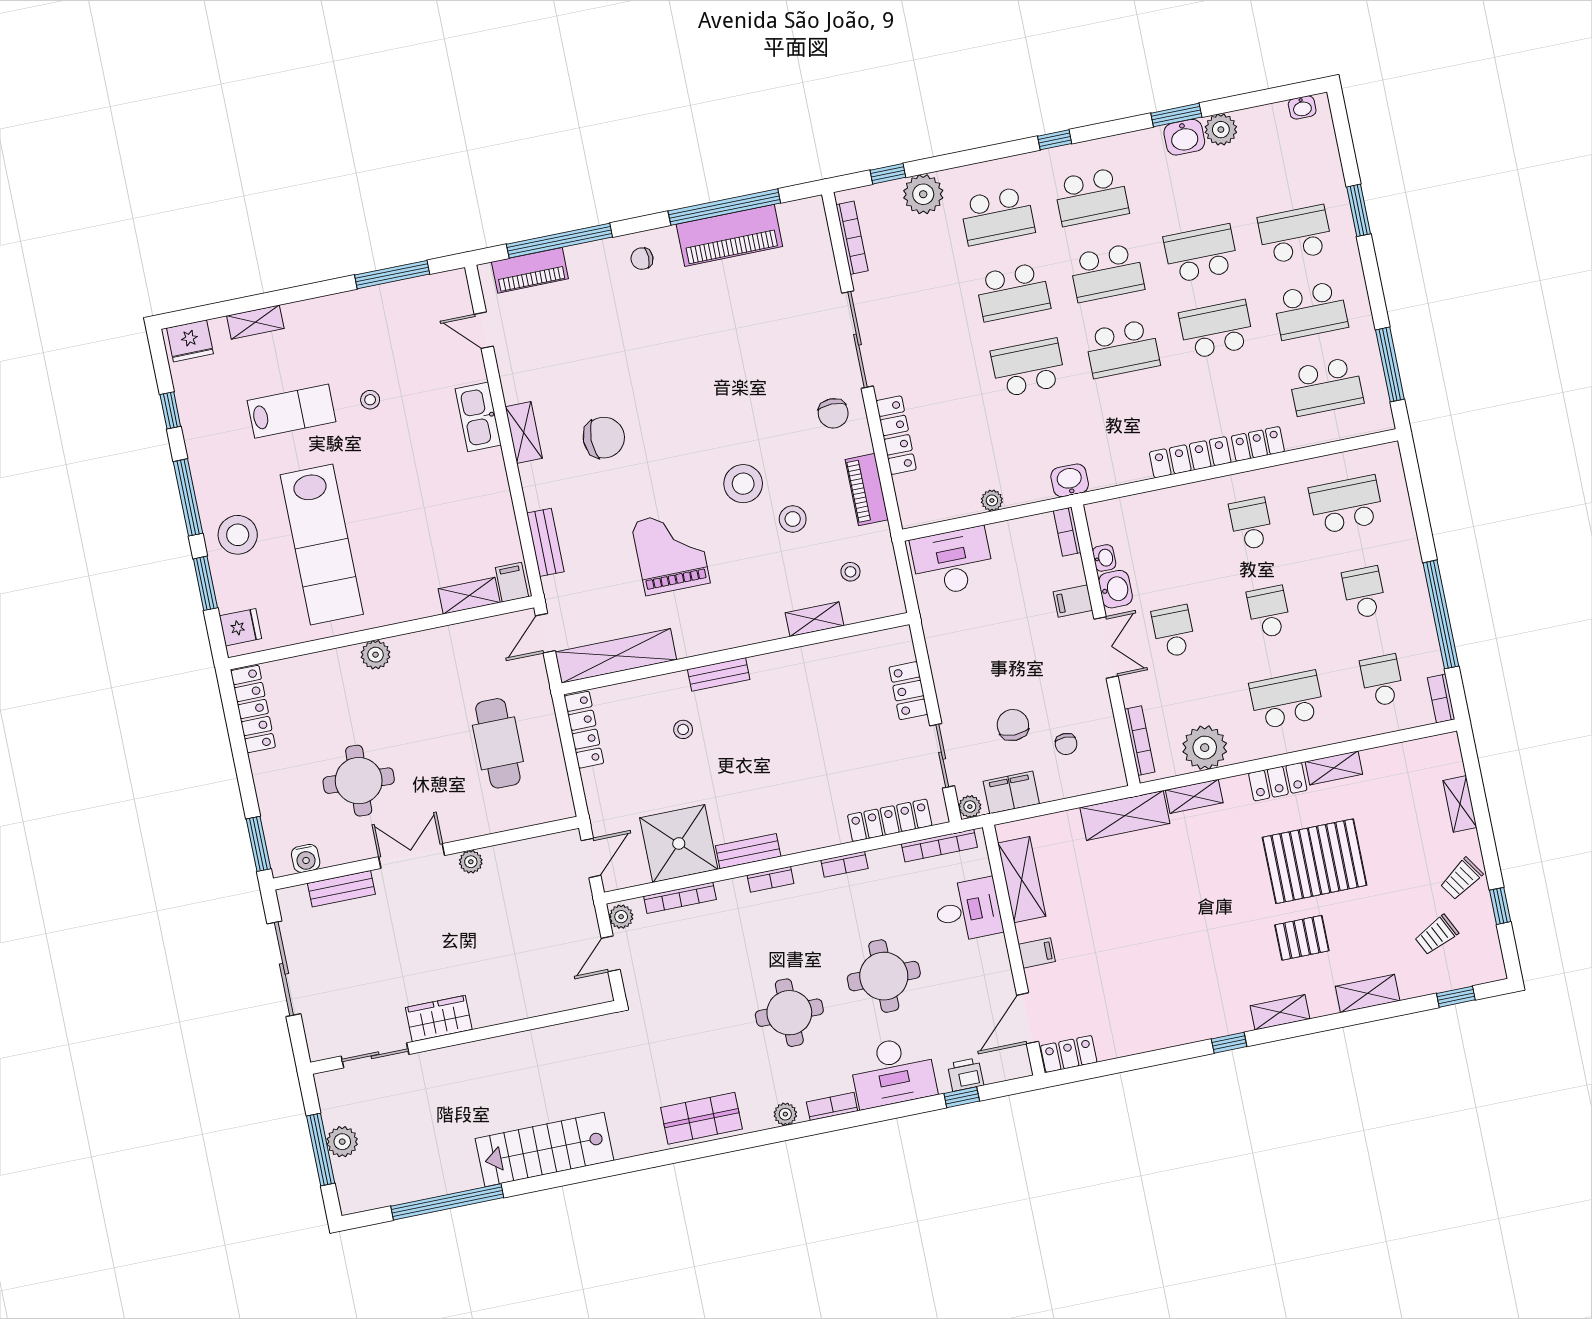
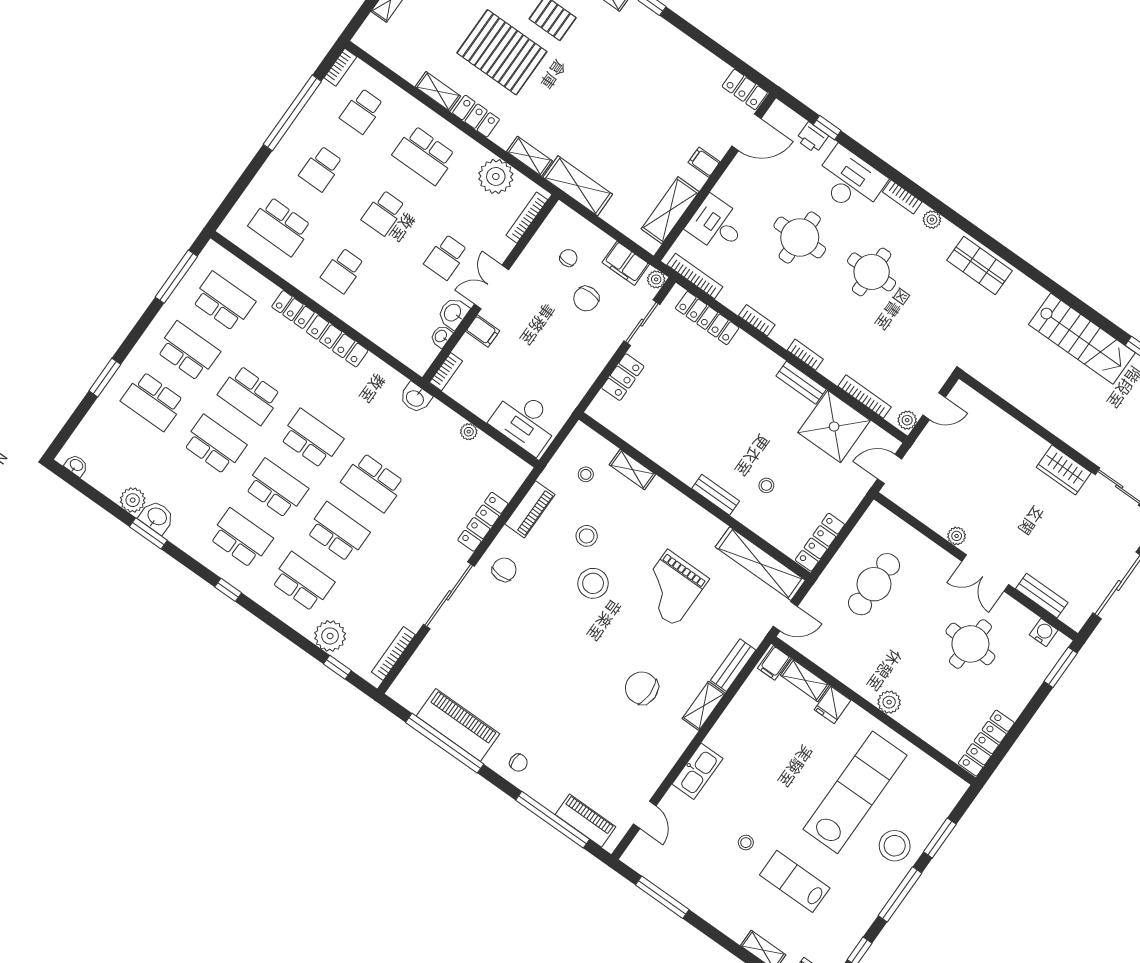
school desk: (1201, 254) -> (214, 445), turned 180
shelving: (524, 433) -> (704, 706), moved
fridge: (241, 627) -> (833, 705), moved, turned -90

